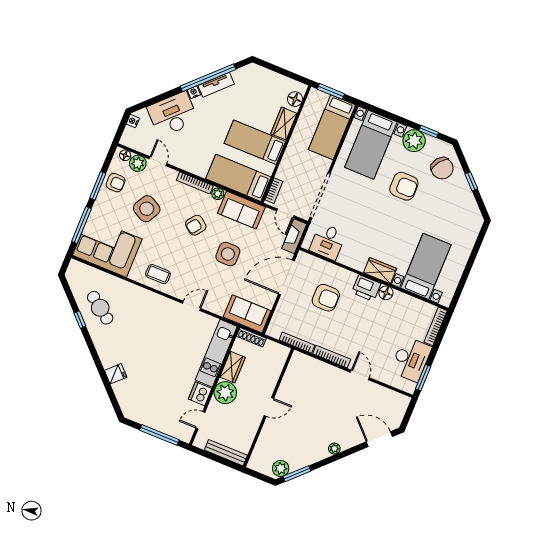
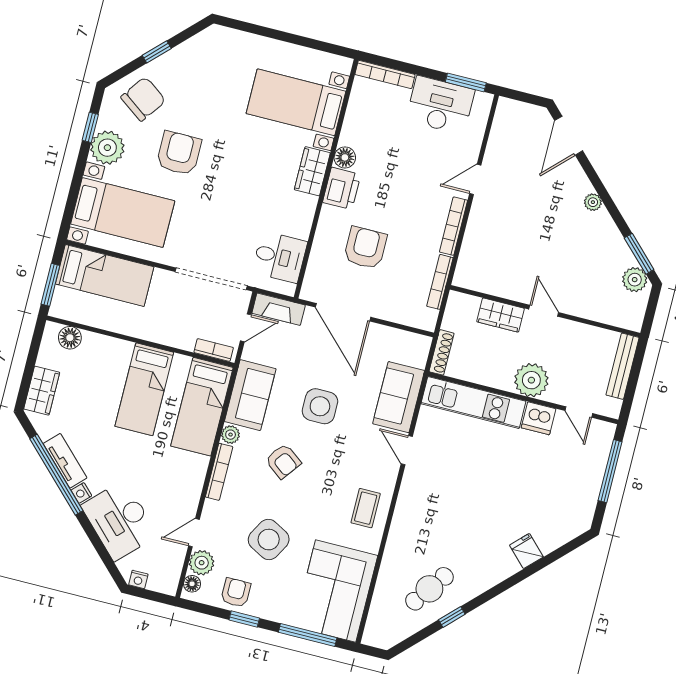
wardrobe: (284, 124) -> (42, 391), moved, turned -90
window: (98, 186) -> (244, 619), width x0.67
sofa: (247, 314) -> (399, 397), moved
wardrobe: (232, 367) -> (501, 315), moved, turned 180

